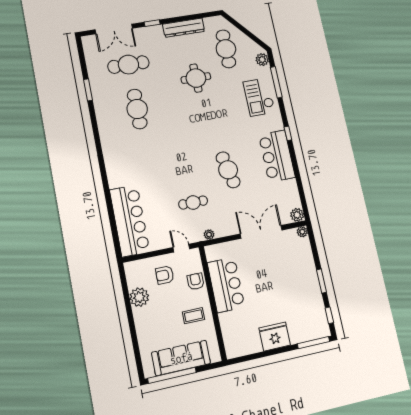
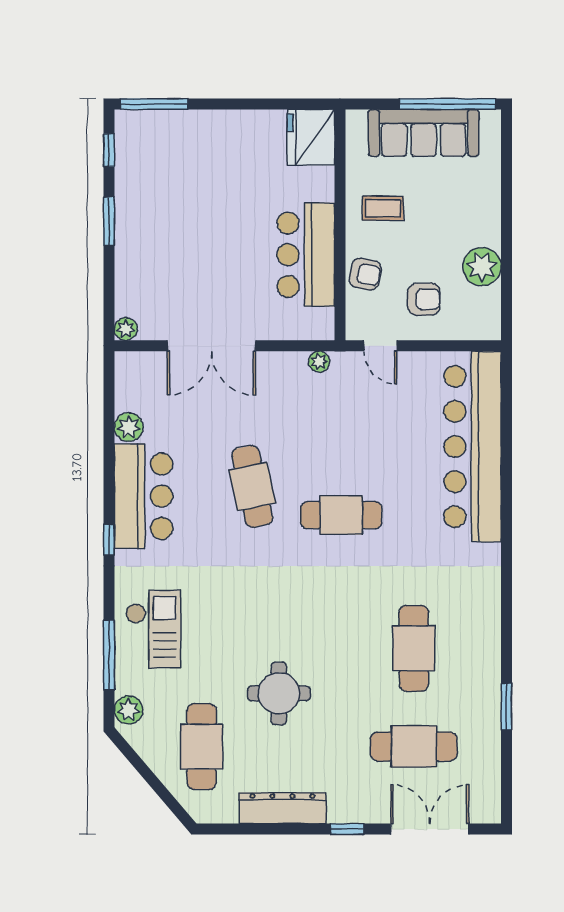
cafe table: (193, 203) -> (341, 515), moved, width x1.37, depth x1.35
plant: (297, 215) -> (129, 427), moved
bar counter: (130, 221) -> (473, 446), width x1.36
armchair: (196, 281) -> (365, 274), turned -79
fridge: (275, 336) -> (311, 137), moved, turned 90

